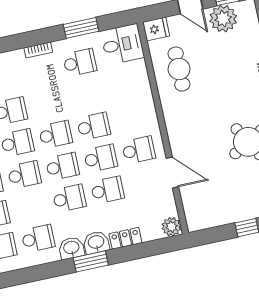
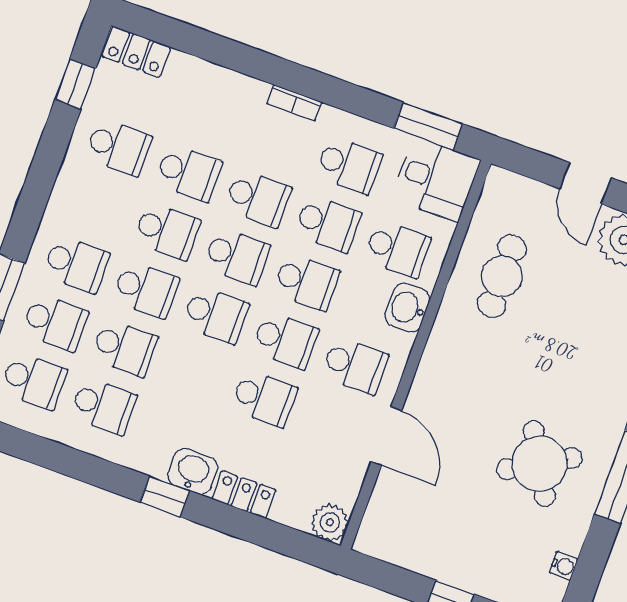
window: (81, 28) -> (428, 126), moved
fridge: (156, 29) -> (506, 189), removed
school desk: (125, 86) -> (397, 249), added
school desk: (87, 94) -> (328, 224), added
school desk: (49, 103) -> (258, 198), added
school desk: (69, 198) -> (125, 348), moved
washbasin: (71, 248) -> (407, 308), moved, turned -90
window: (91, 261) -> (165, 496), width x0.67

